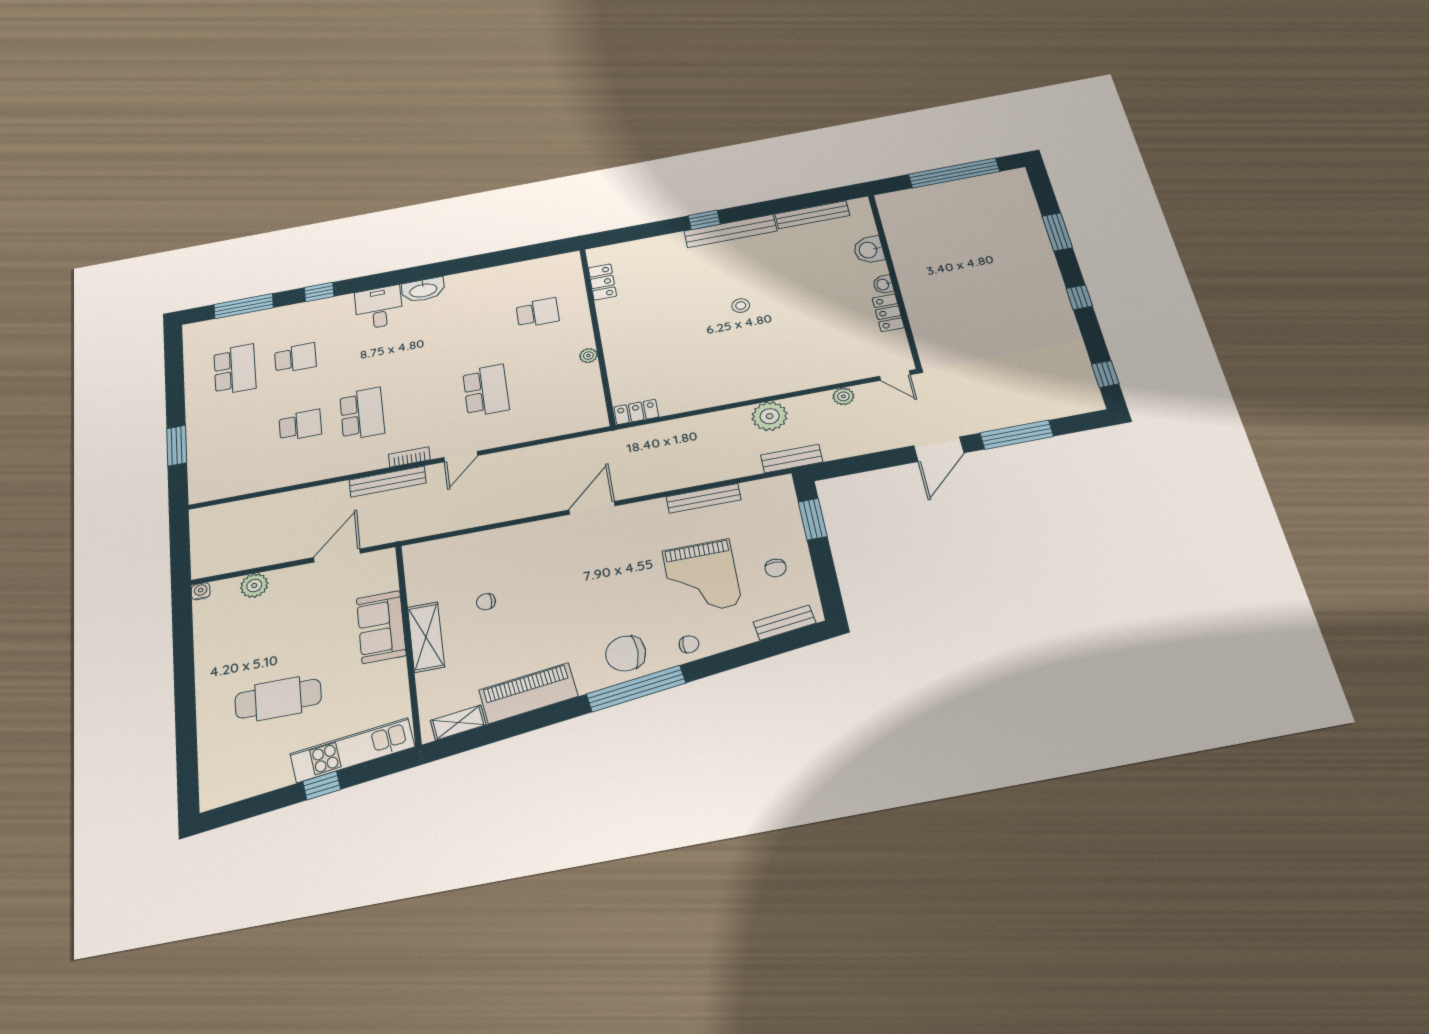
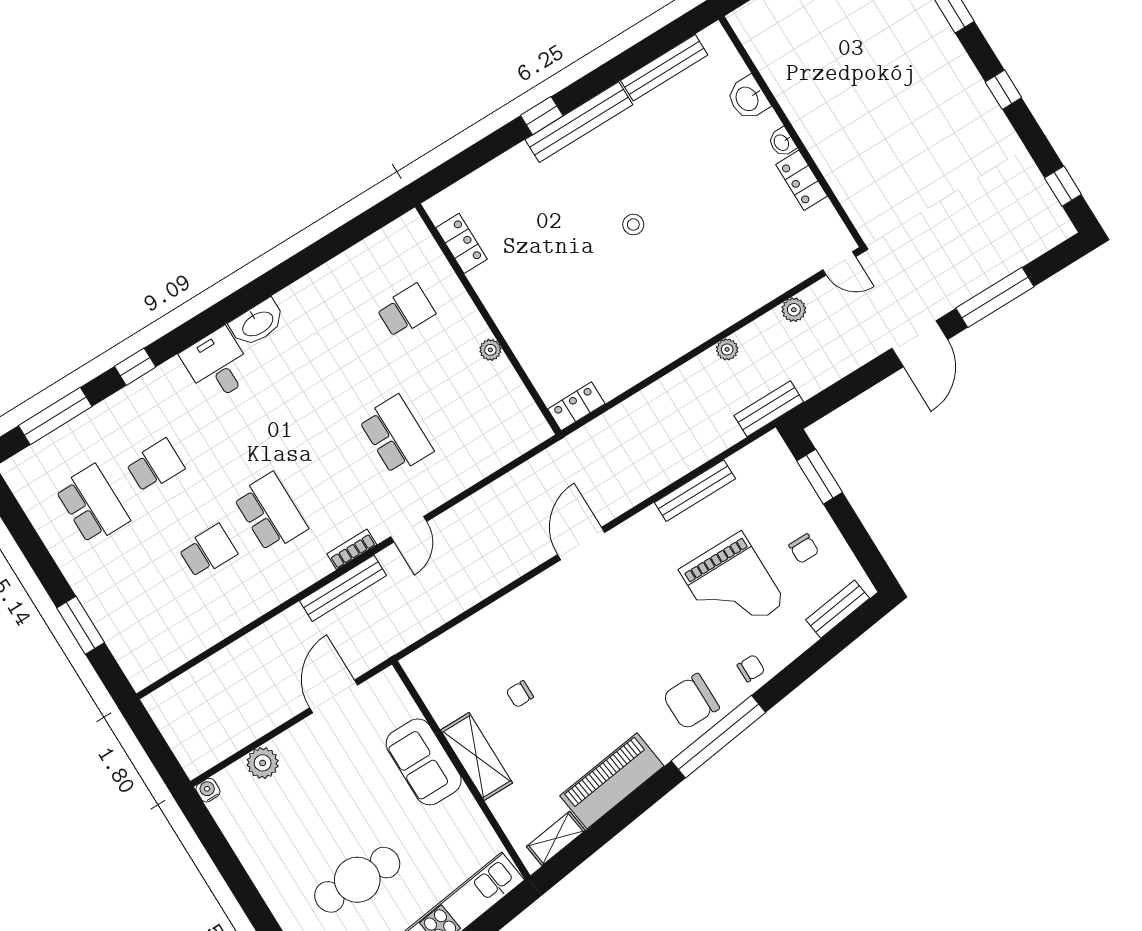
plant: (770, 416) -> (727, 349), width x0.53, depth x0.53

